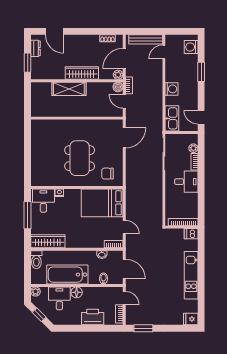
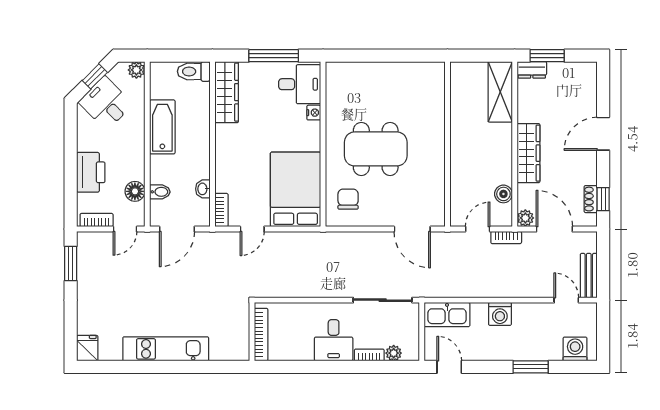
door: (55, 31) -> (603, 134), moved
window: (108, 31) -> (603, 199), added
bench: (146, 39) -> (589, 276), width x0.73
dresser: (35, 48) -> (532, 70), moved
boiler: (118, 87) -> (503, 194), moved
shelving: (69, 89) -> (500, 92), moved
door: (201, 117) -> (449, 367), hinge flipped
dishwasher: (191, 234) -> (240, 349), removed
bathtub: (67, 275) -> (162, 127), width x0.73, depth x0.73
floor lamp: (77, 292) -> (135, 191), moved
desk: (59, 298) -> (106, 103), moved, turned -135

